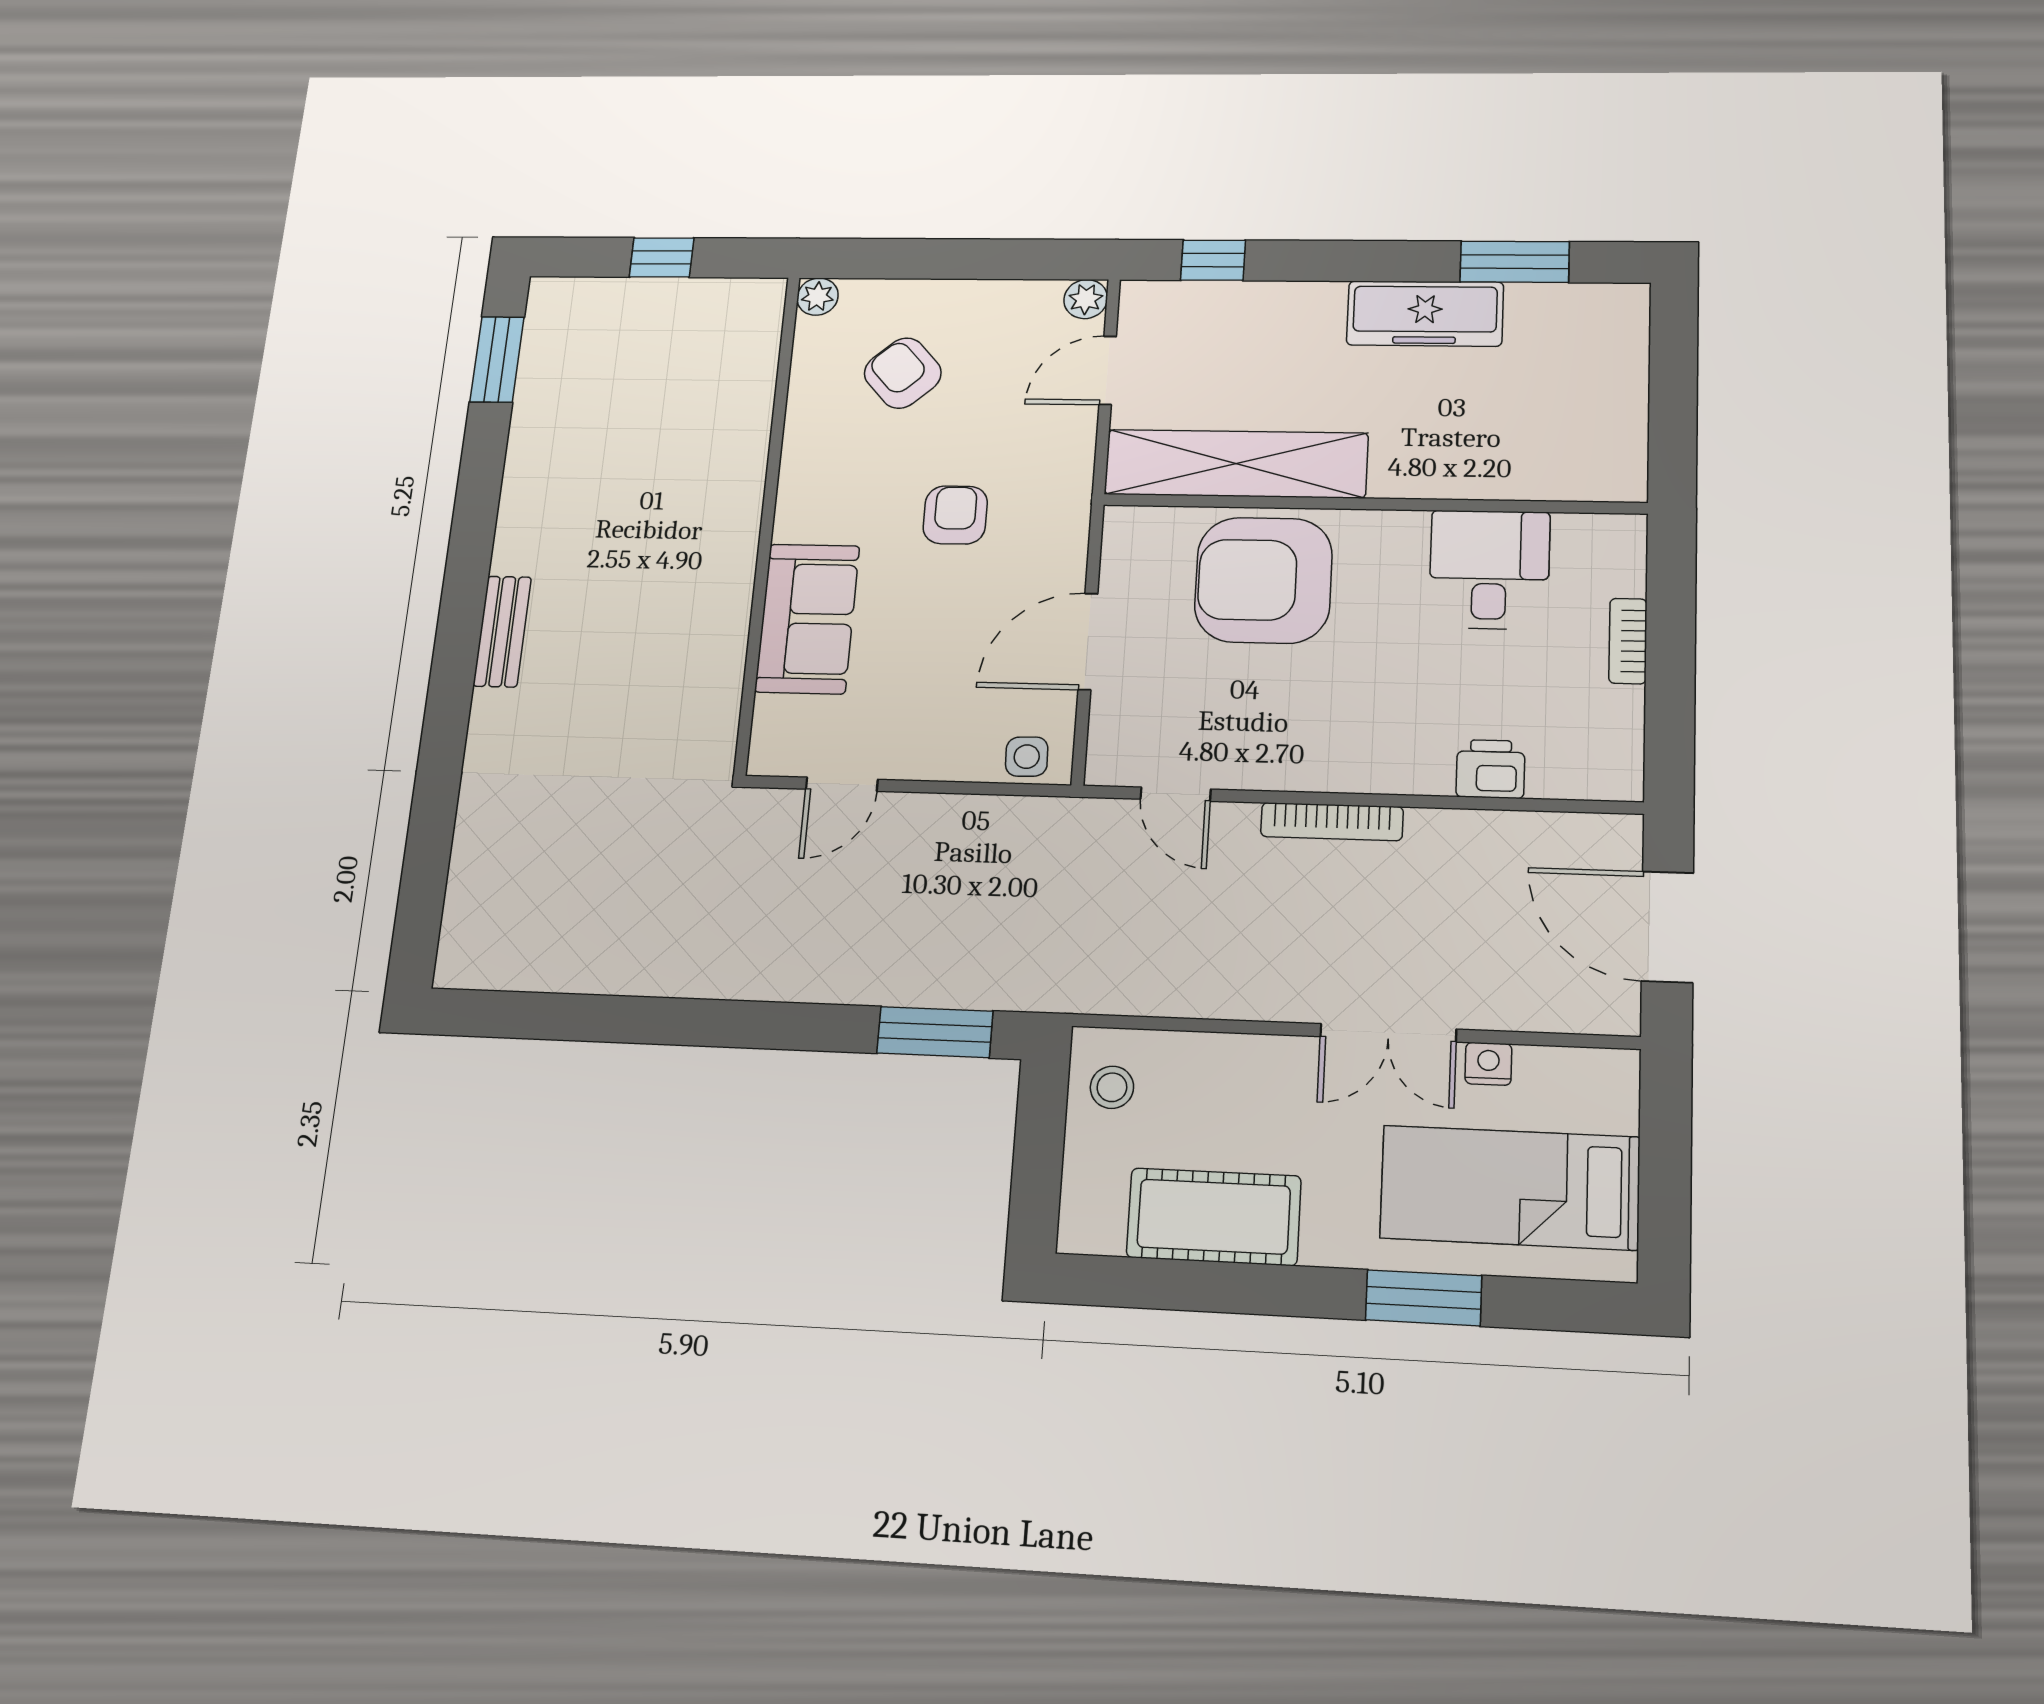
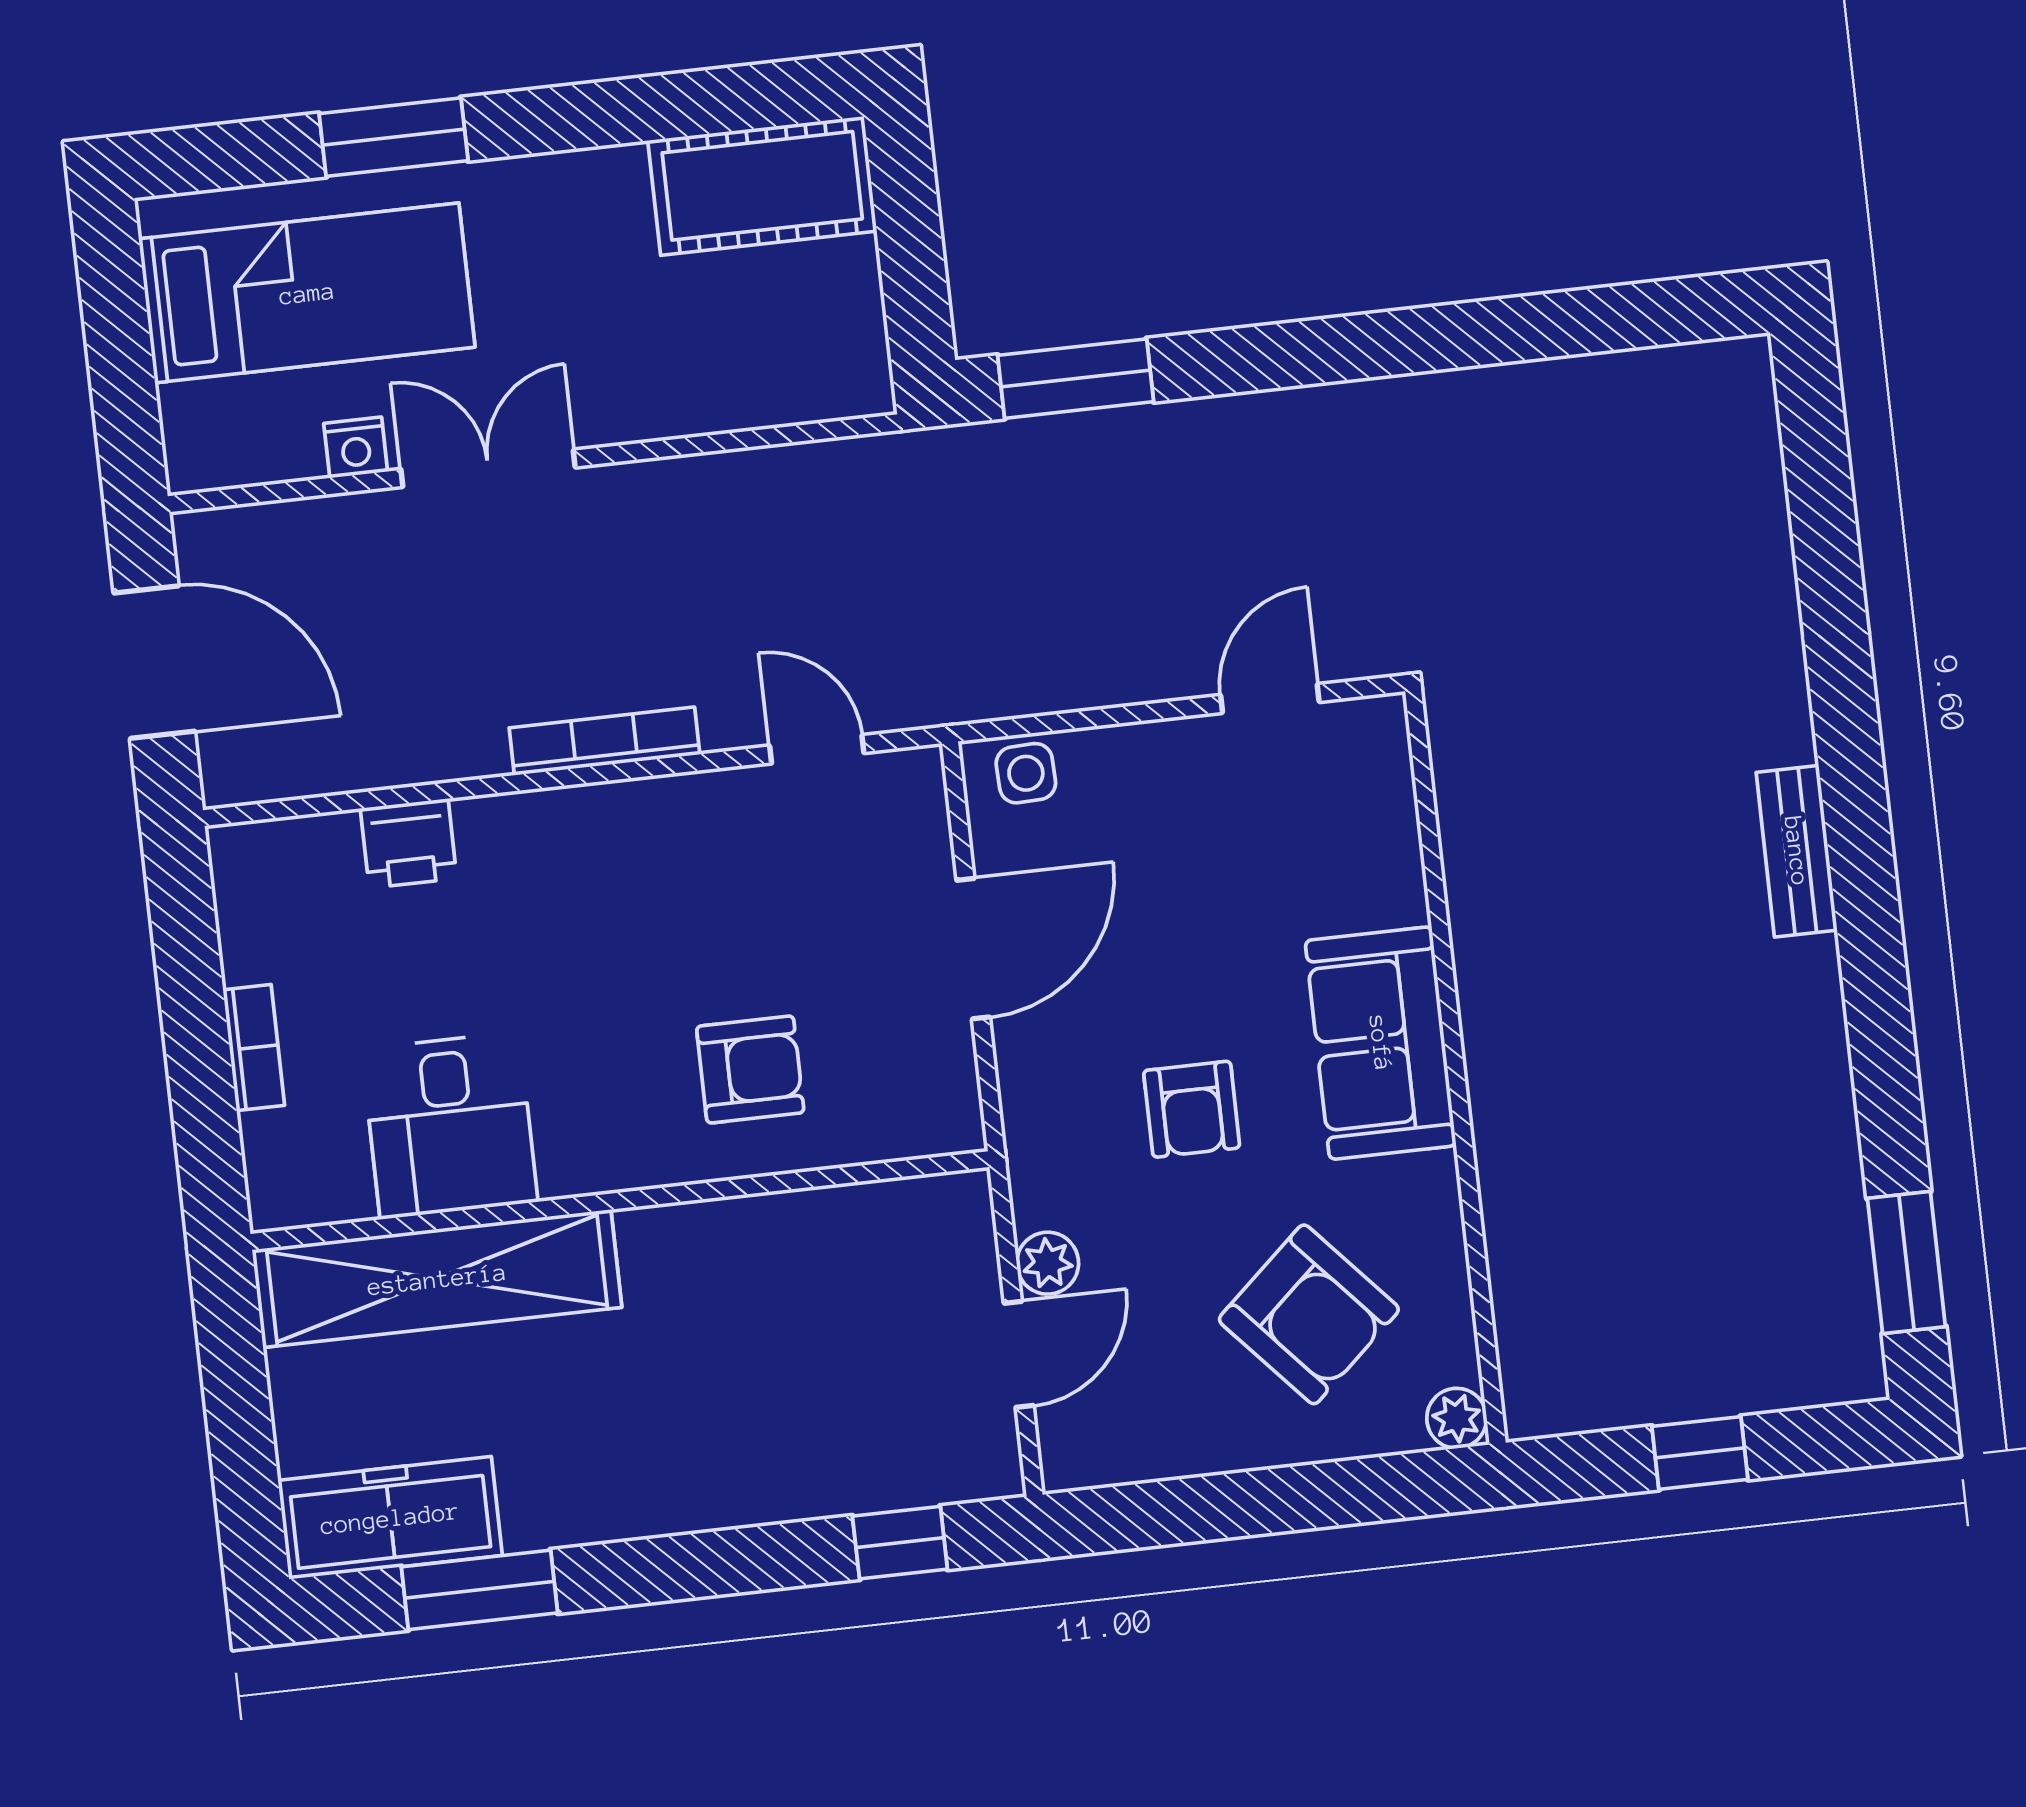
plant: (1086, 299) -> (1048, 1263), moved
freezer: (1425, 314) -> (390, 1518), moved
armchair: (903, 373) -> (1309, 1314), width x1.38, depth x1.38
shelving: (1236, 464) -> (437, 1279), moved
armchair: (1263, 580) -> (750, 1070), width x0.53, depth x0.53
sofa: (807, 619) -> (1381, 1043), moved
stool: (1112, 1087) -> (830, 342), removed
cot: (1214, 1217) -> (762, 186), moved

